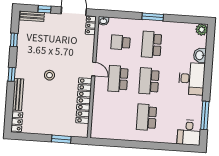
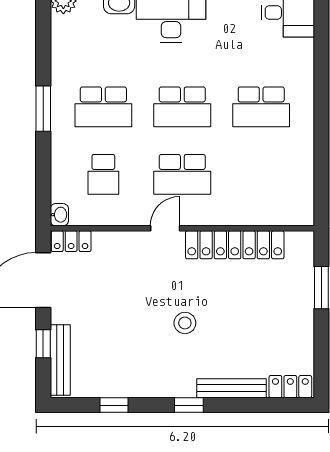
bench: (32, 16) -> (60, 360), width x1.36

